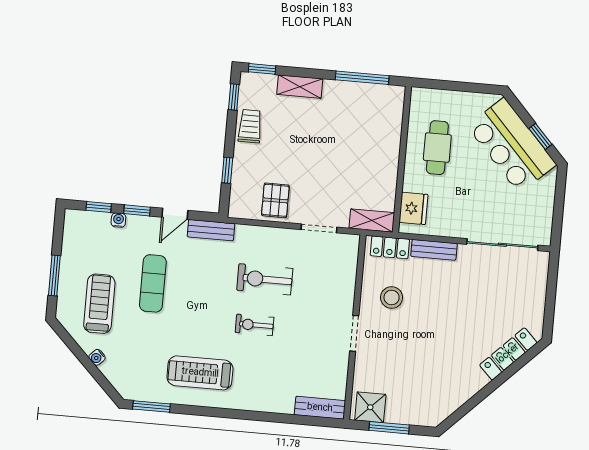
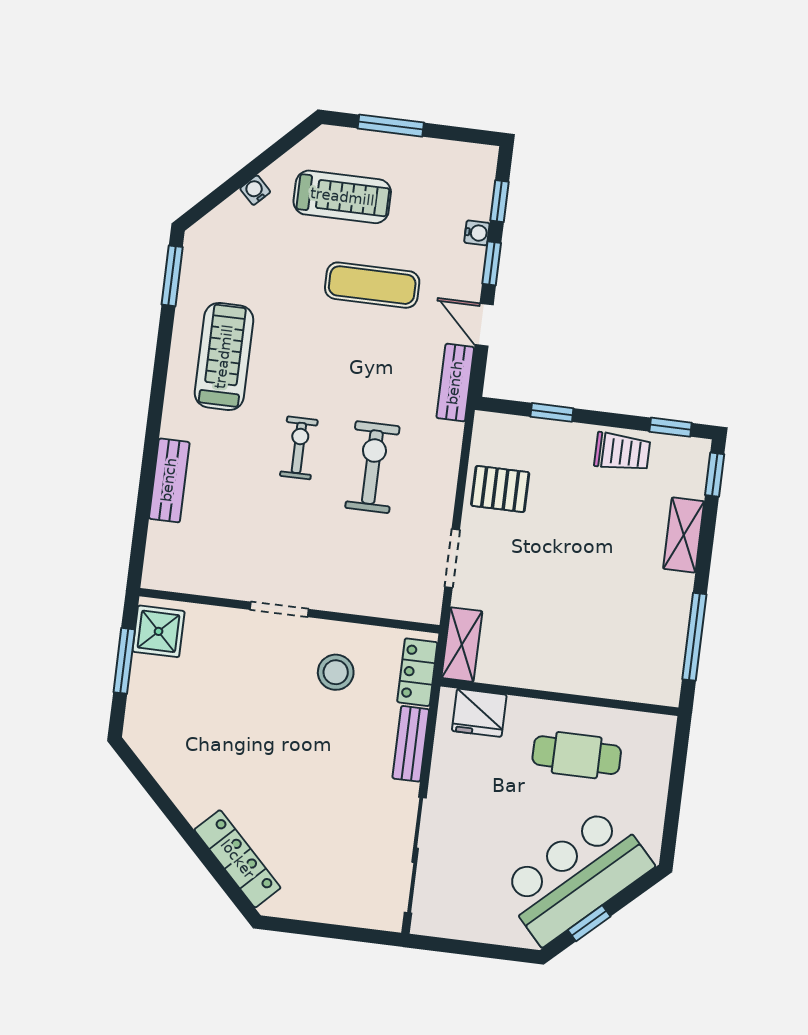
bench: (320, 408) -> (169, 480), moved

